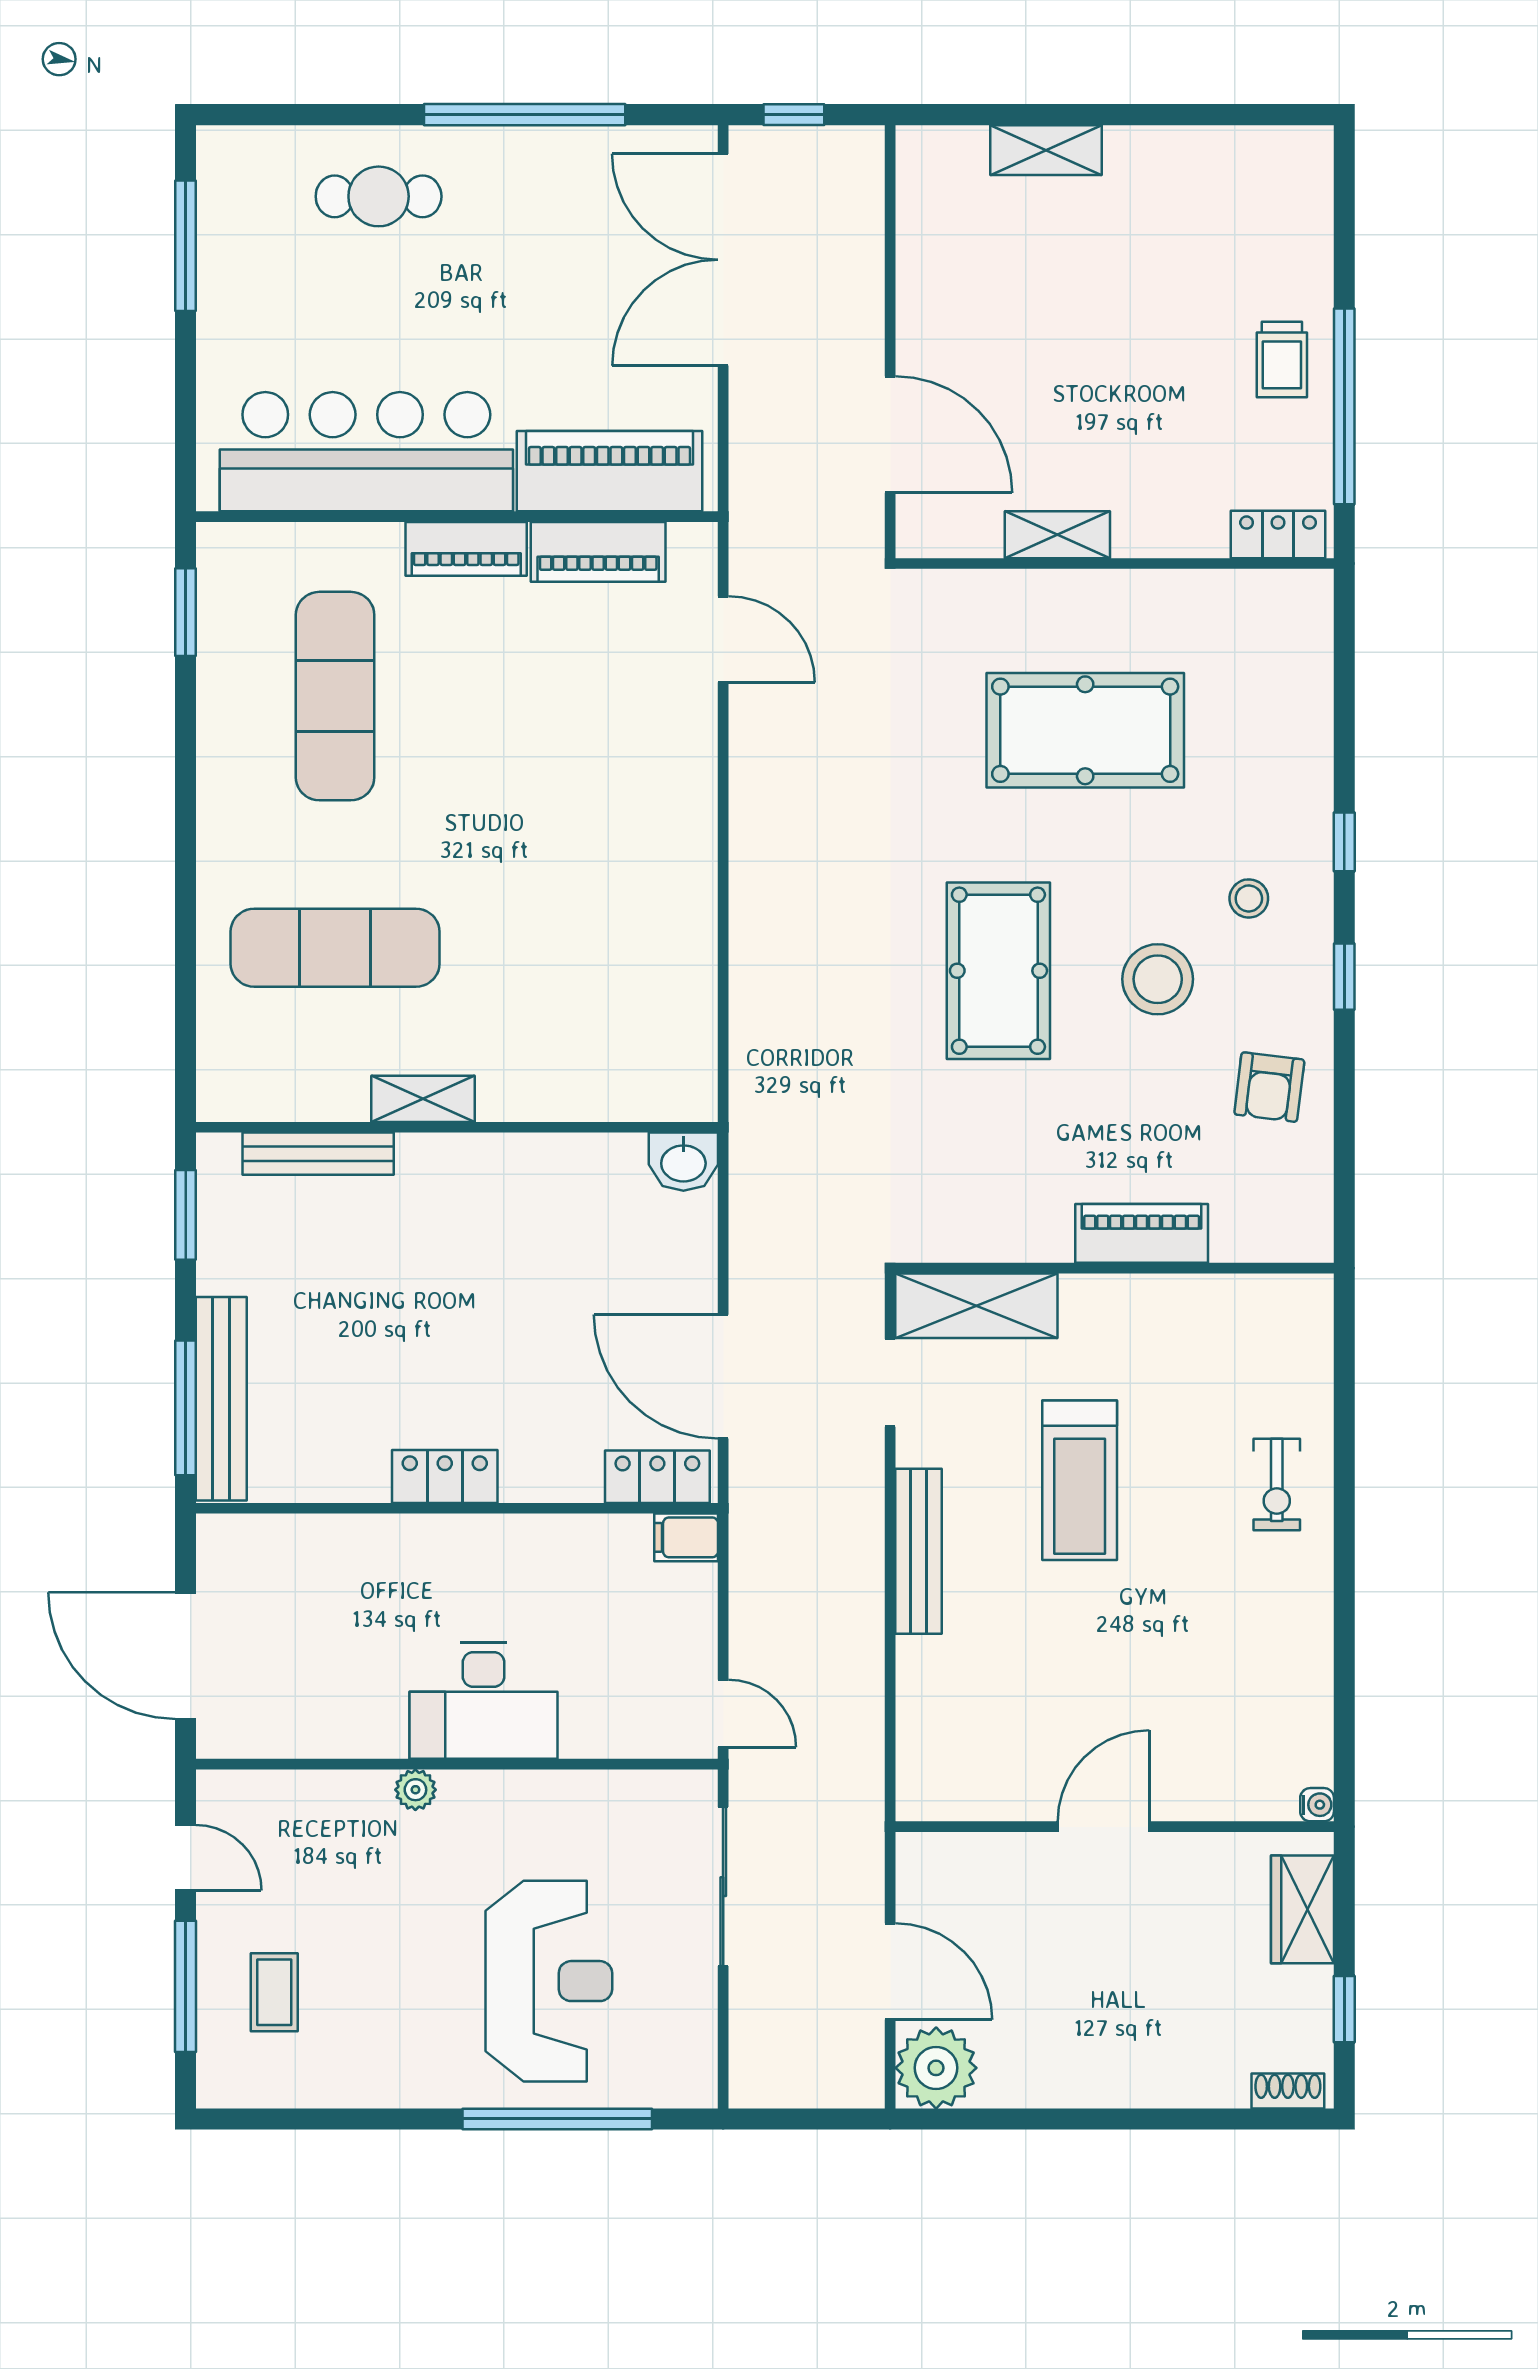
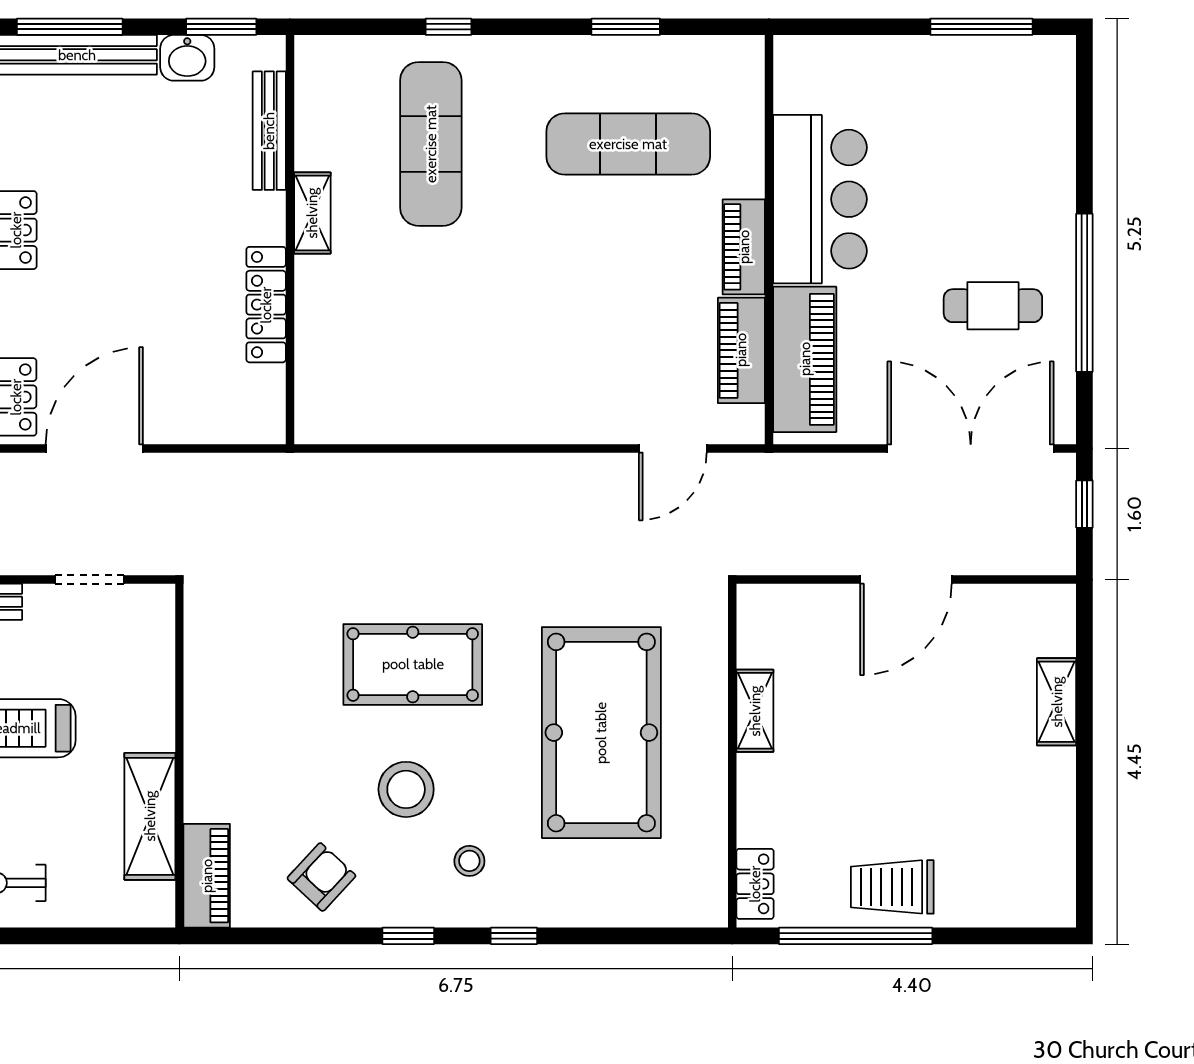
cafe table: (379, 196) -> (993, 306), moved, turned 90
trolley: (1282, 360) -> (892, 887), width x1.36, depth x1.39
door: (890, 434) -> (906, 580), moved
bar counter: (366, 452) -> (820, 199), width x0.73
window: (186, 612) -> (626, 27), moved
pool table: (1085, 730) -> (601, 733), width x1.36, depth x1.32
window: (186, 925) -> (448, 27), added
armchair: (1269, 1087) -> (321, 877), turned 126
locker: (540, 1158) -> (266, 305), added
washbasin: (683, 1162) -> (187, 58), moved, turned -90
piano: (1142, 1233) -> (207, 876), moved
shelving: (976, 1306) -> (150, 816), moved

